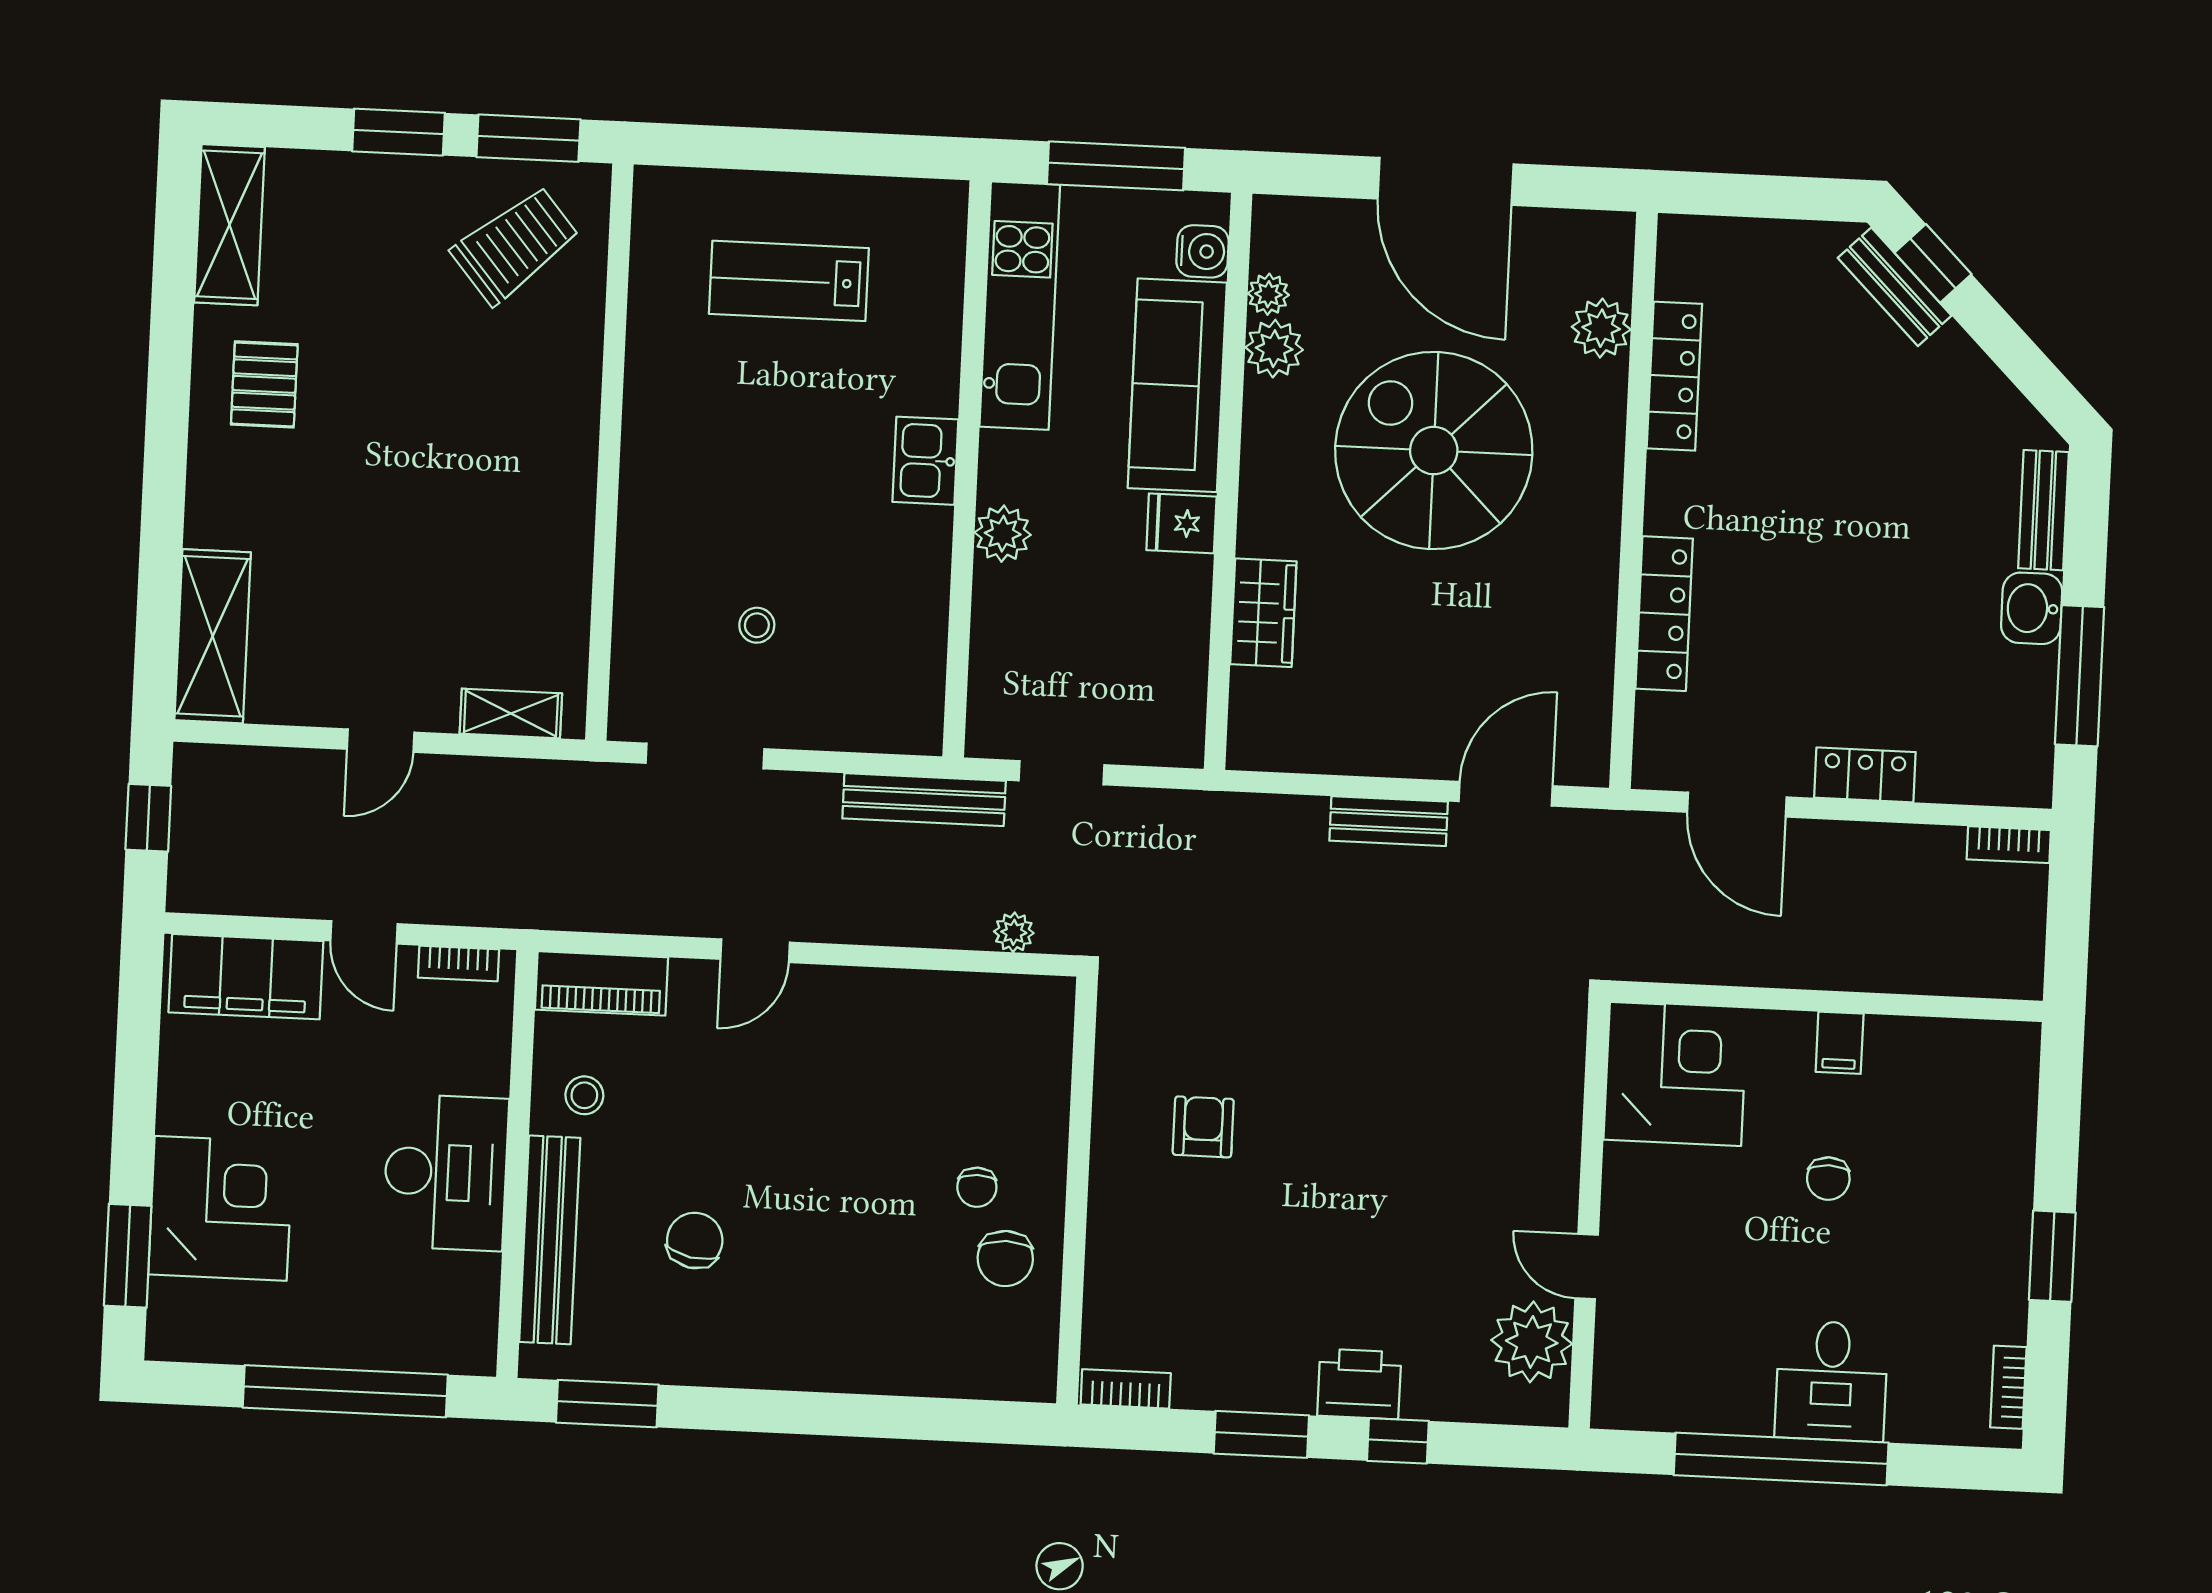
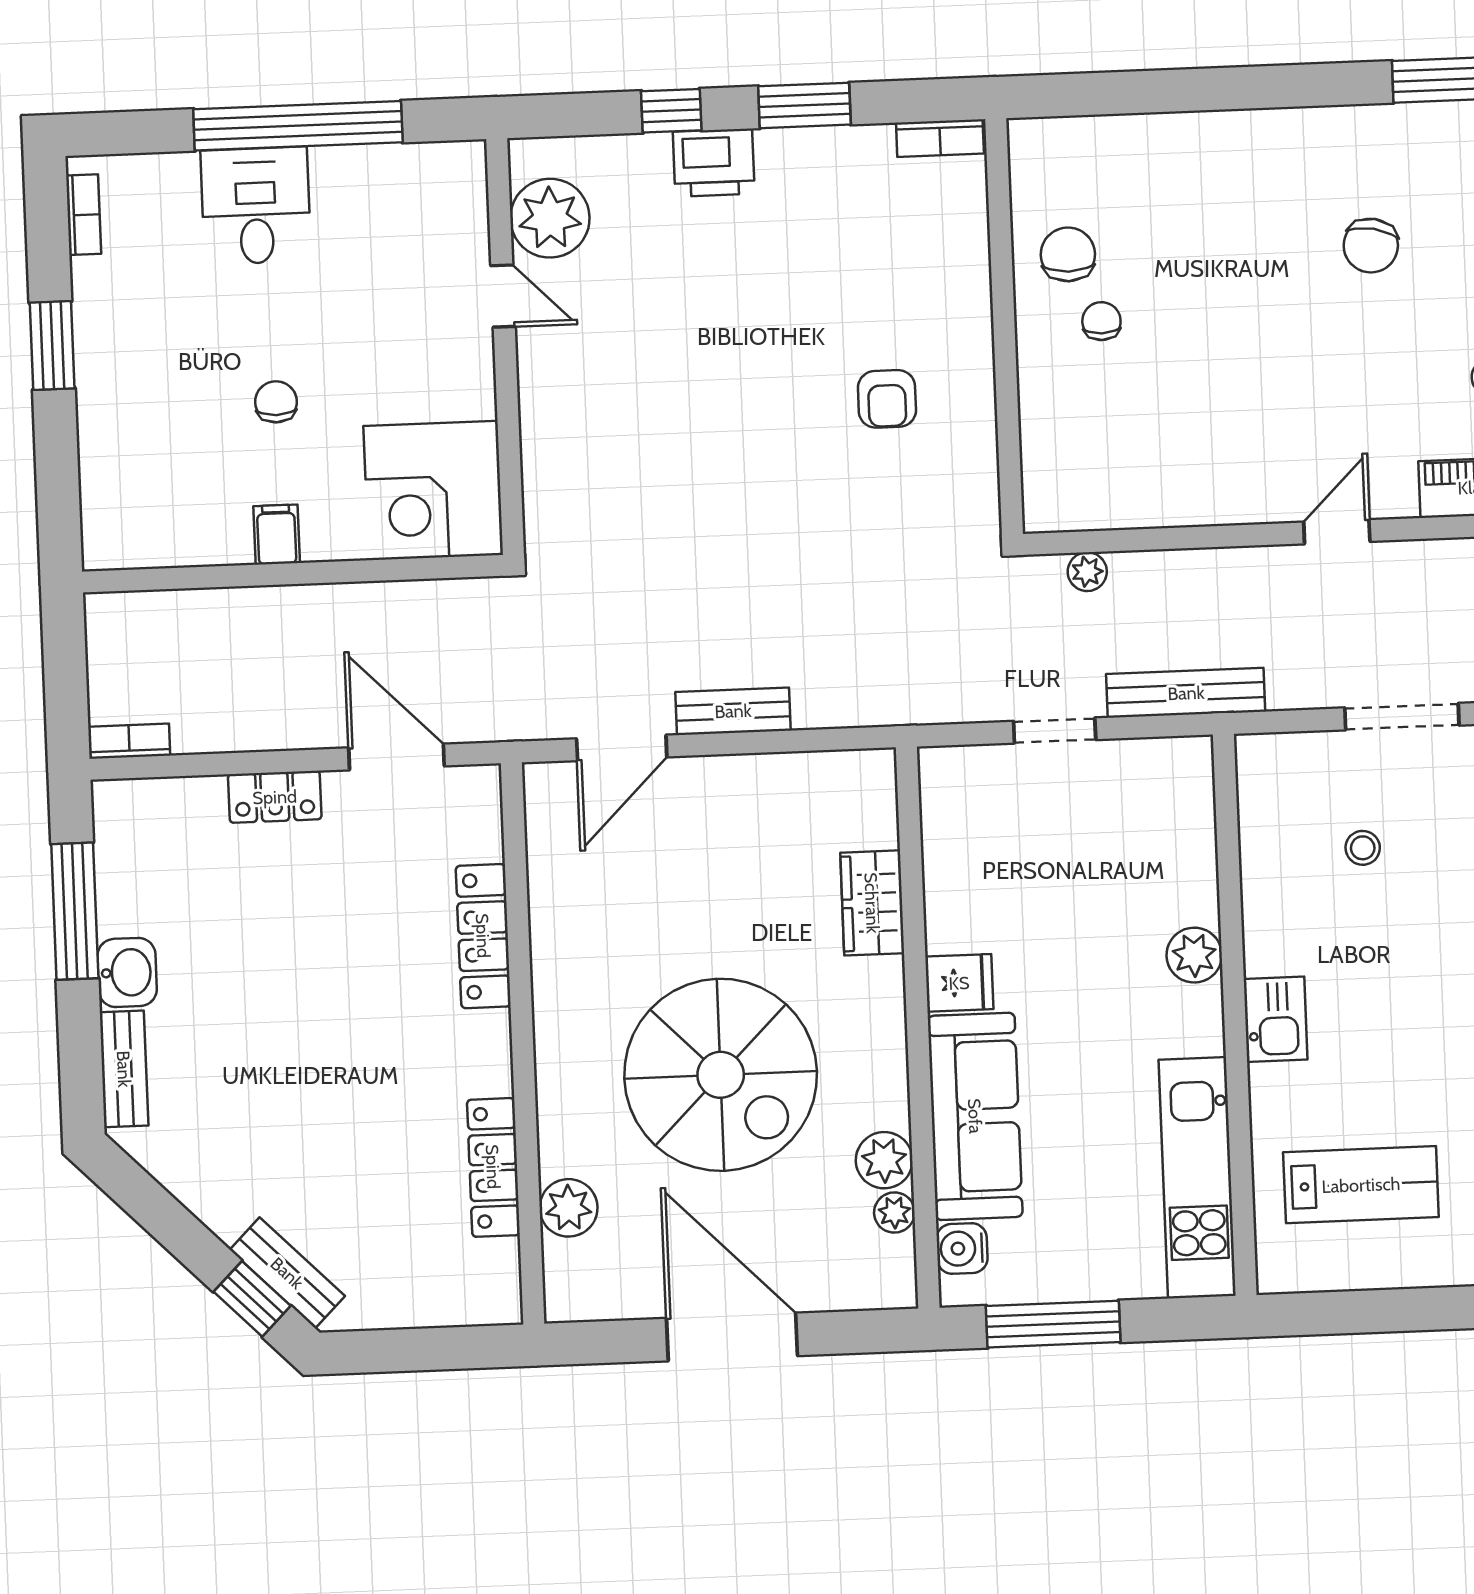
kitchen unit: (1020, 306) -> (1197, 1178), moved
kitchen sink: (925, 461) -> (1275, 1019), moved
wall: (967, 469) -> (1235, 1015), moved
plant: (1003, 534) -> (1194, 955), moved

